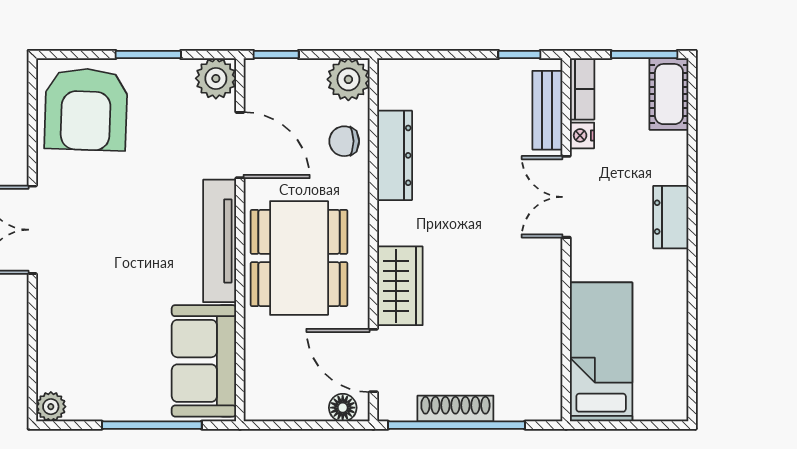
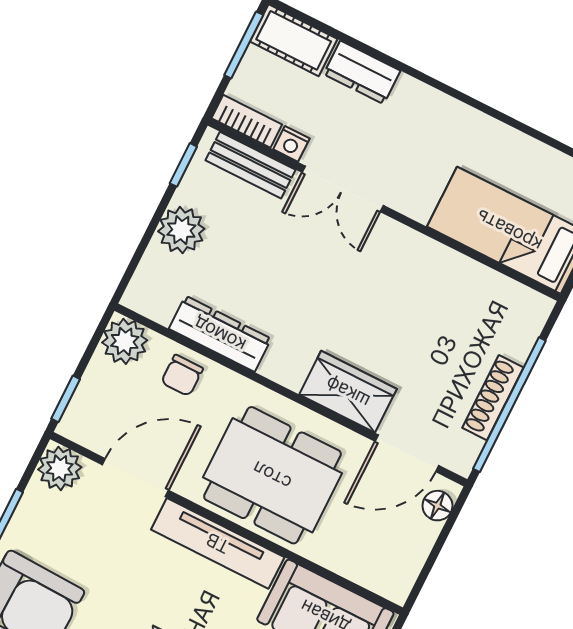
plant: (464, 80) -> (181, 230), added
dresser: (671, 217) -> (362, 72), moved

